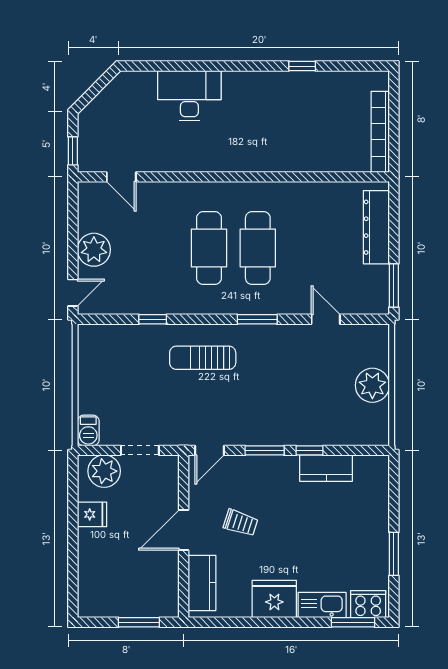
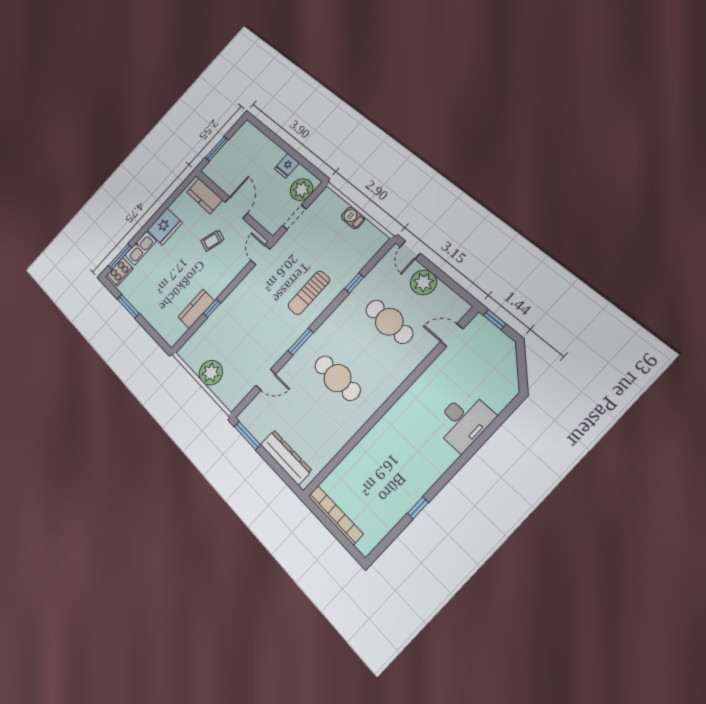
cafe table: (209, 248) -> (389, 322), moved
sun lounger: (203, 358) -> (309, 293), turned 180
barbecue: (88, 430) -> (353, 218), moved
window: (265, 450) -> (234, 284), removed

